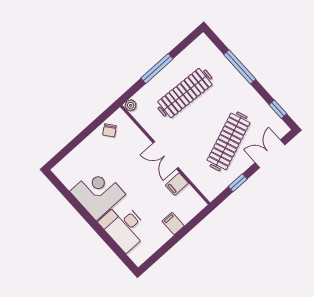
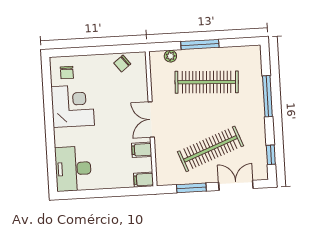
plant: (131, 105) -> (170, 56), moved
chair: (73, 171) -> (67, 73), added
window: (238, 183) -> (191, 188), width x1.50
filing cabinet: (173, 224) -> (144, 180), moved, turned -90
desk: (124, 227) -> (73, 169), moved

